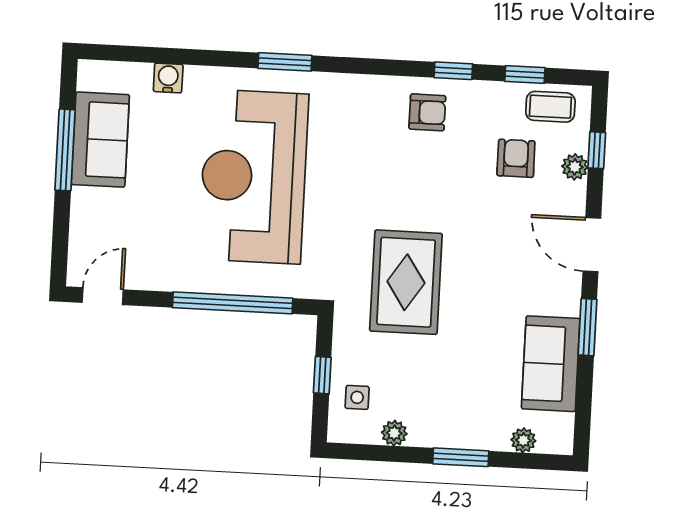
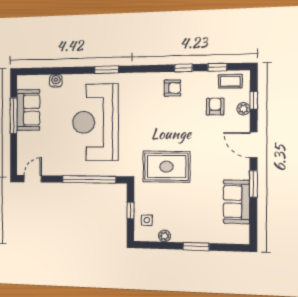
rug: (406, 282) -> (166, 167), turned 90
plant: (523, 440) -> (225, 238), removed

